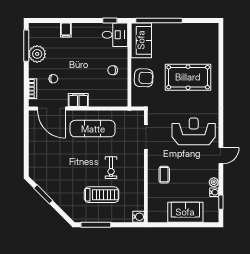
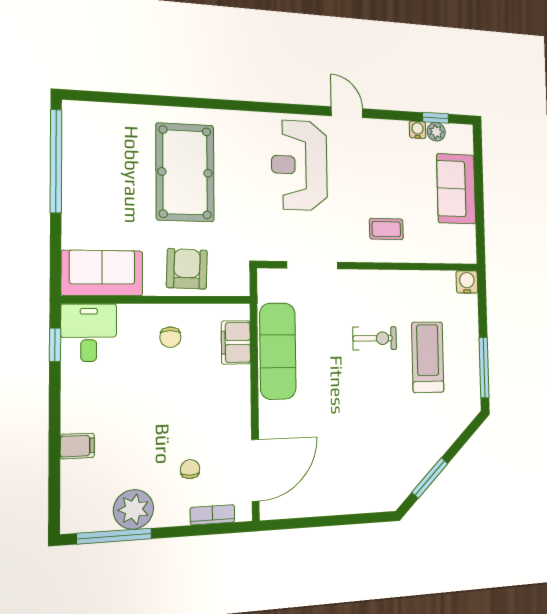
window: (159, 21) -> (56, 161), moved
filing cabinet: (78, 100) -> (236, 342), moved
exercise mat: (93, 129) -> (278, 351), moved
plant: (214, 182) -> (436, 132), moved

